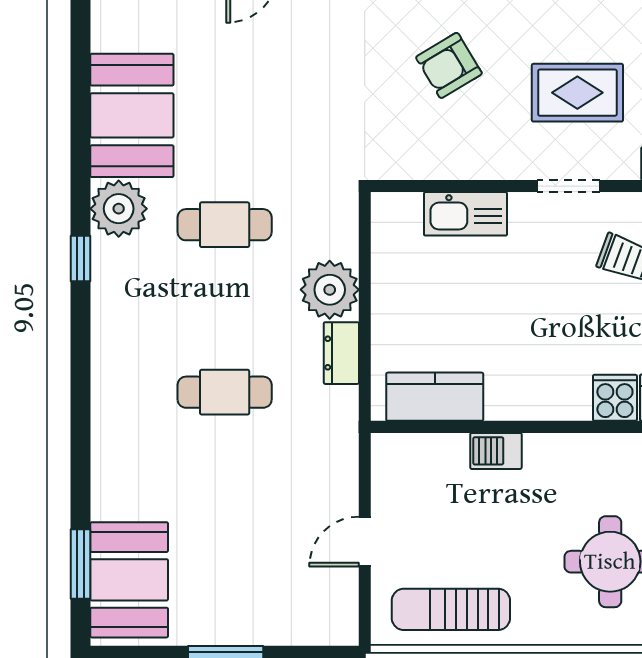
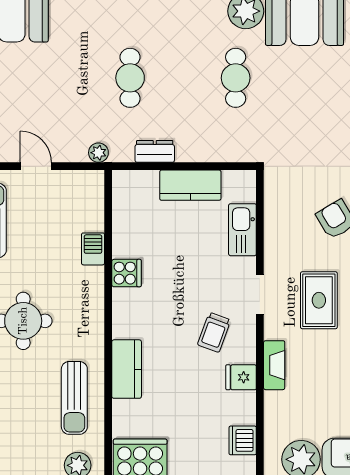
plant: (330, 290) -> (98, 153), moved, width x0.53, depth x0.53
kitchen counter: (435, 397) -> (190, 185), moved, turned 90
cooker: (615, 398) -> (126, 273), moved

